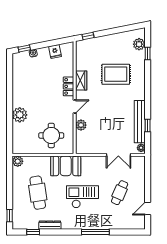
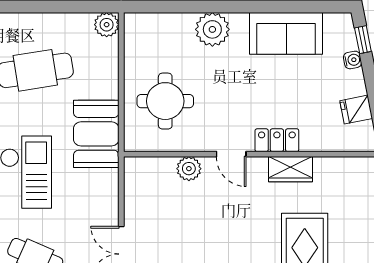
sofa: (21, 82) -> (286, 33), added

